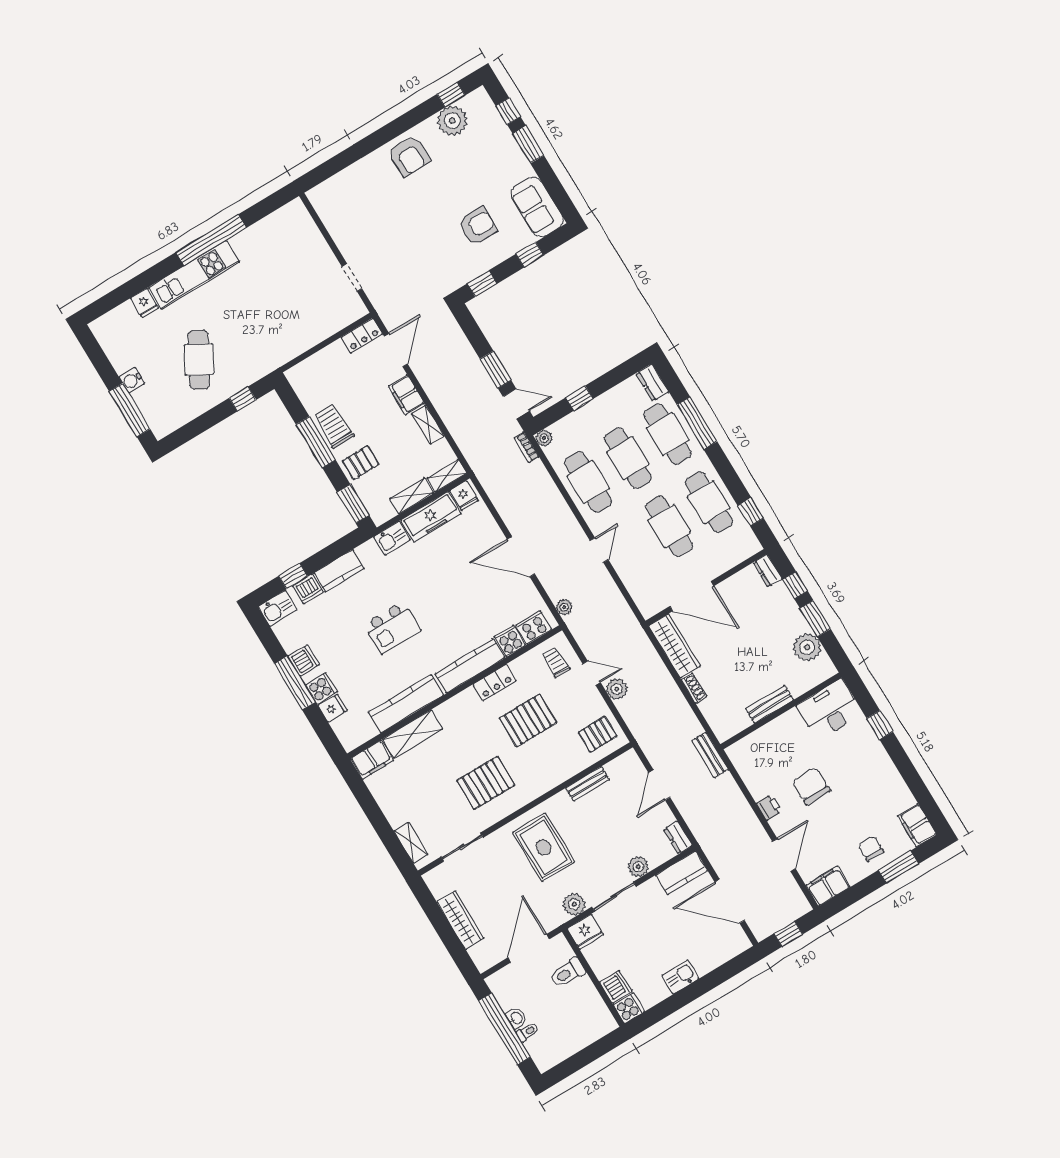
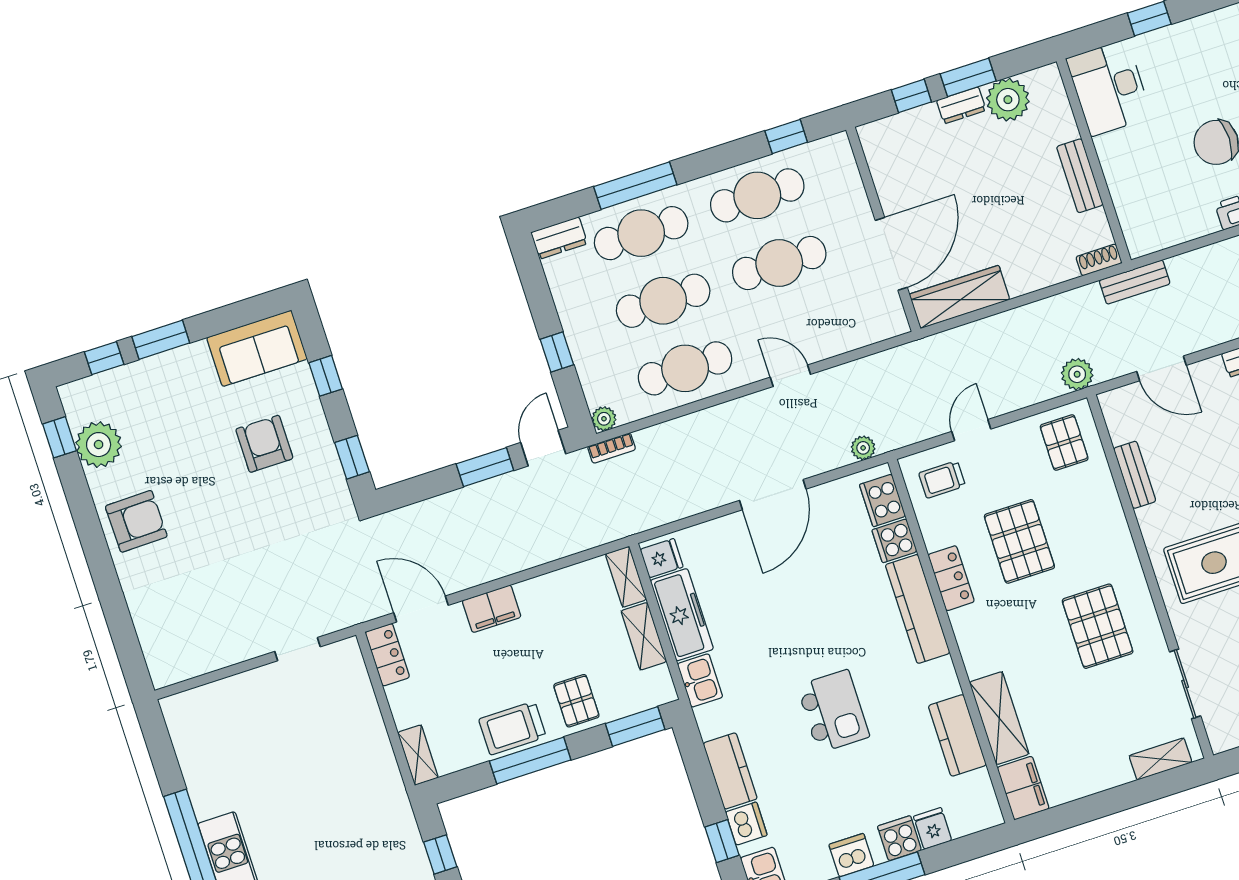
shelving: (428, 425) -> (418, 755), moved, turned 90
dresser: (768, 571) -> (961, 105), moved
shoe rack: (694, 688) -> (1099, 260), moved
plant: (617, 689) -> (1077, 374), moved
kitchen counter: (406, 704) -> (957, 735), width x0.67

